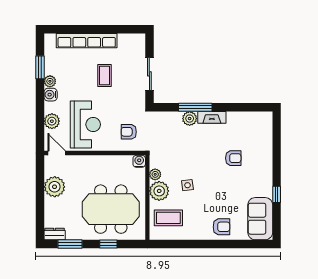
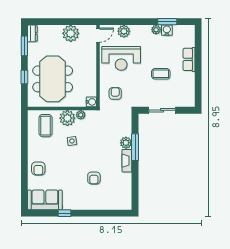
row of seats: (87, 41) -> (189, 59), width x0.50
water cooler: (51, 95) -> (167, 30), moved

